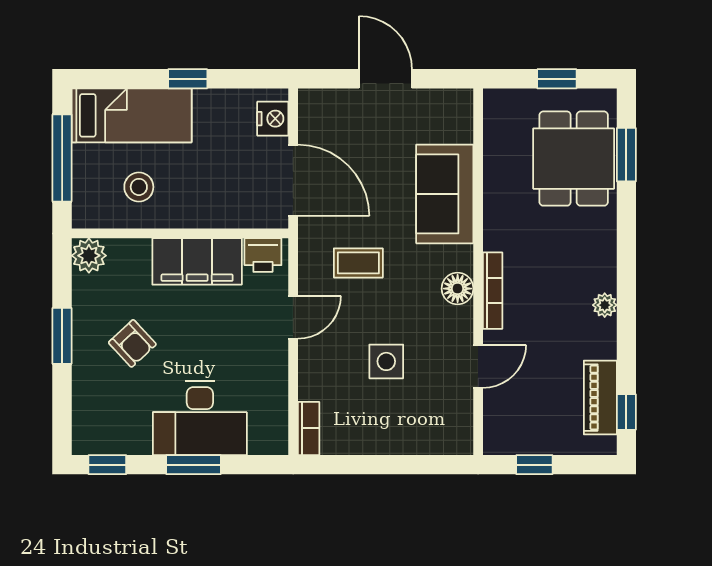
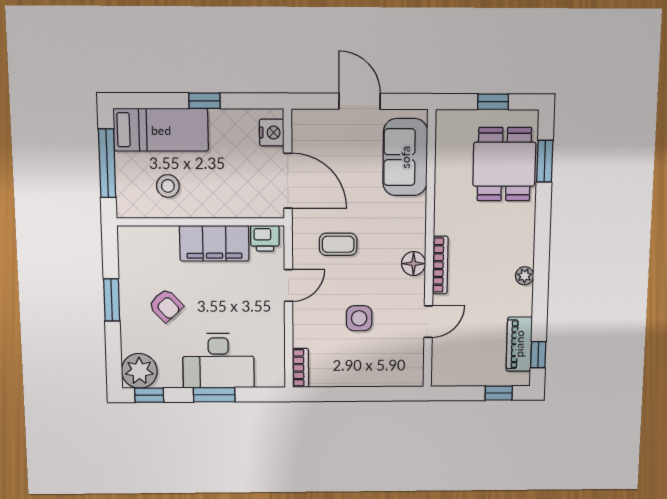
sofa: (445, 194) -> (405, 157), moved
plant: (89, 256) -> (139, 371), moved, width x1.36, depth x1.36
window: (534, 465) -> (499, 393), moved

